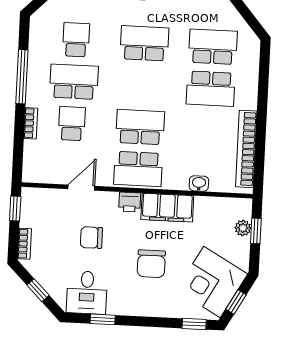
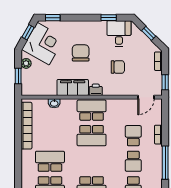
school desk: (74, 82) -> (133, 161), width x0.54
school desk: (72, 124) -> (133, 136), turned 180
door: (81, 188) -> (146, 97), moved
plant: (243, 228) -> (26, 63), moved

